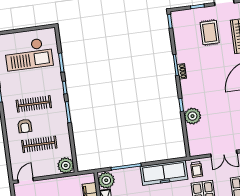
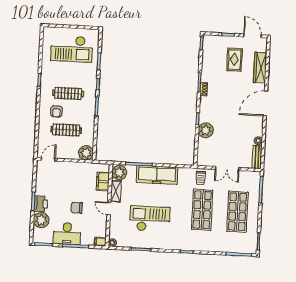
freezer: (164, 173) -> (157, 175), moved

